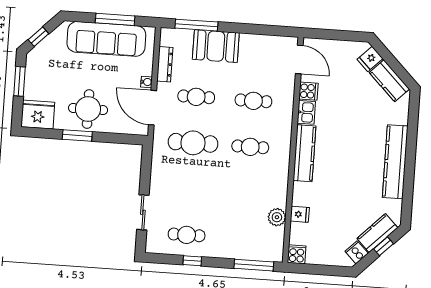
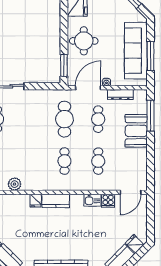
window: (77, 136) -> (64, 65), moved
kitchen counter: (304, 153) -> (56, 201), width x0.67
fridge: (300, 214) -> (36, 201), moved

